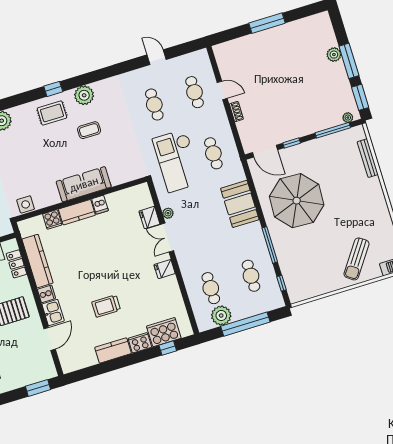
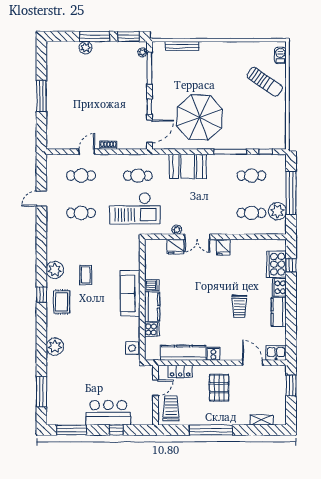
kitchen sink: (53, 312) -> (276, 353), moved

